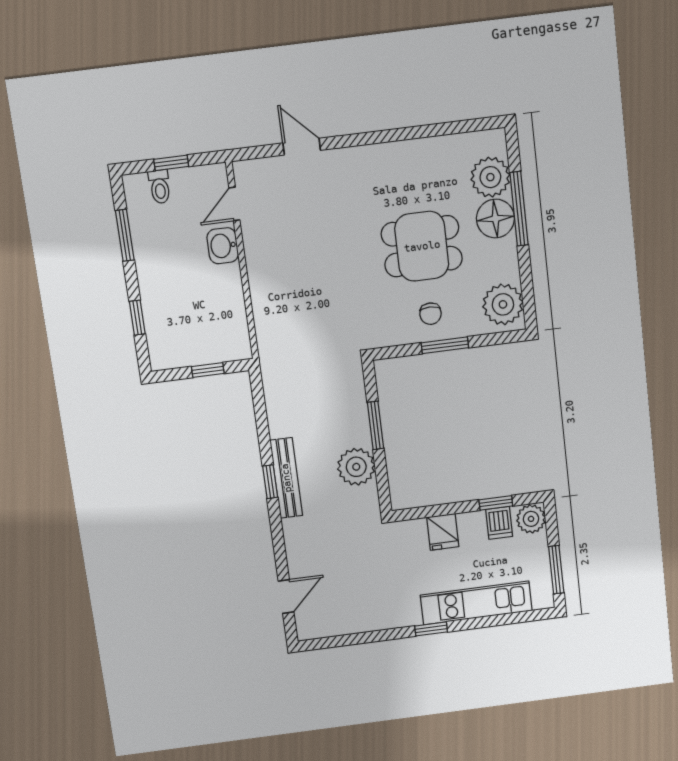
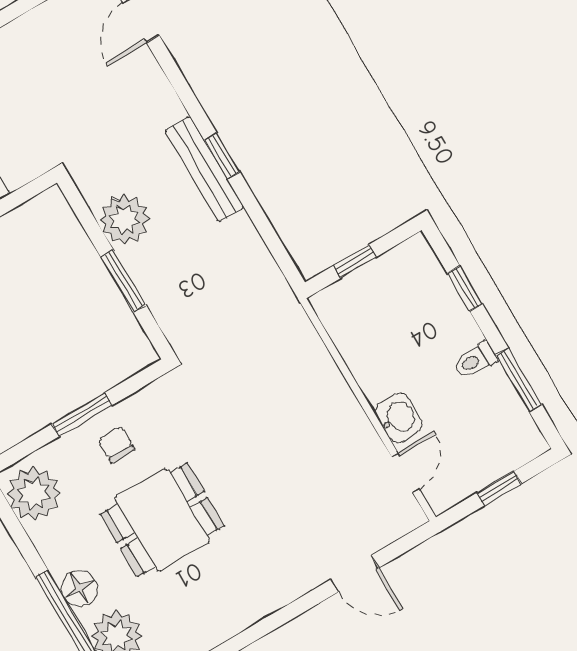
toilet: (160, 187) -> (475, 360), moved, turned -90
floor lamp: (495, 219) -> (80, 588), width x0.73, depth x0.73

